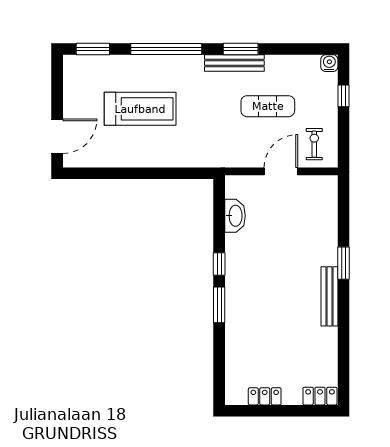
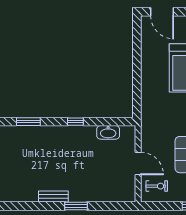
bench: (329, 296) -> (53, 196), width x0.73
window: (219, 305) -> (28, 122), moved

